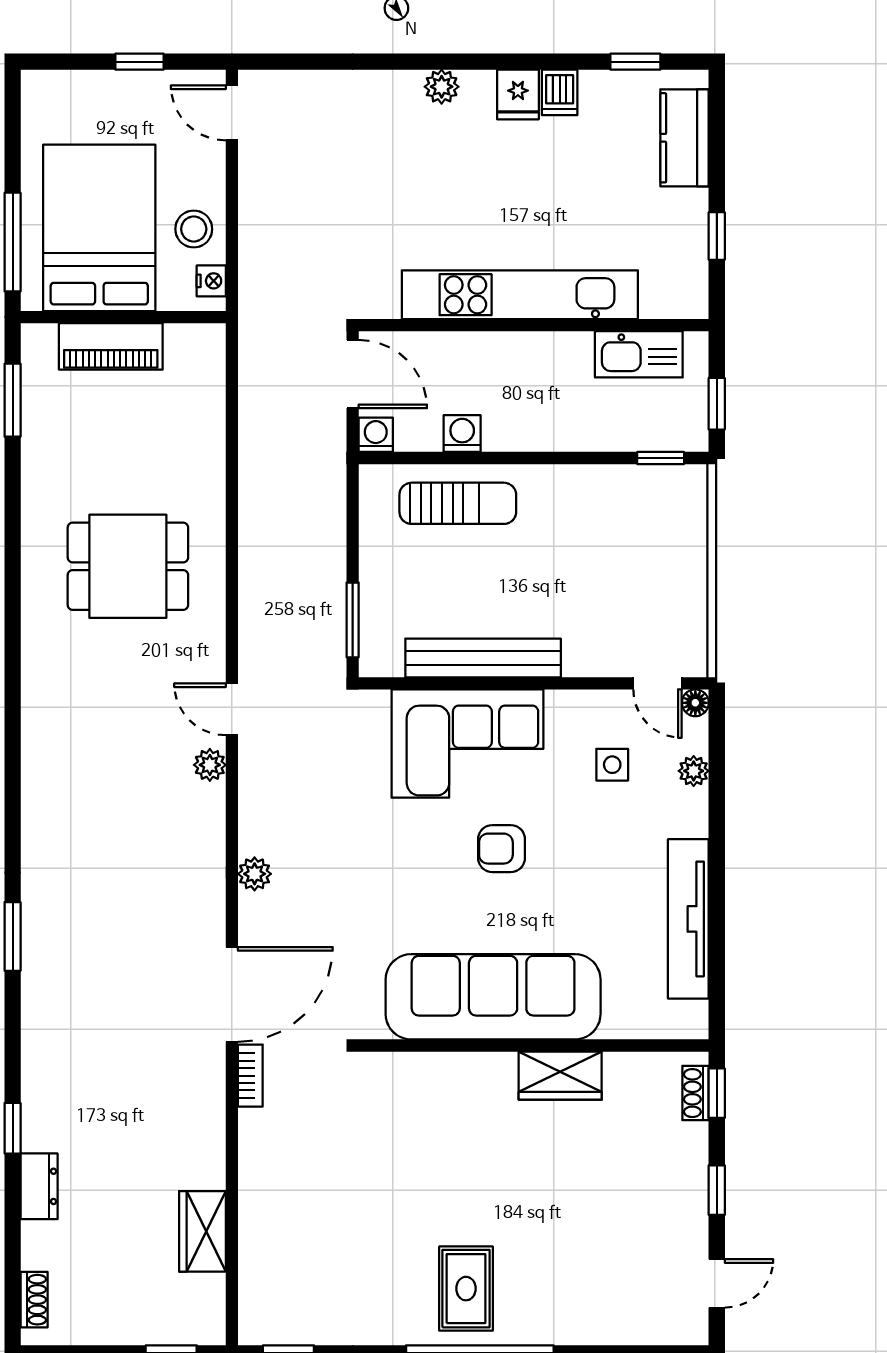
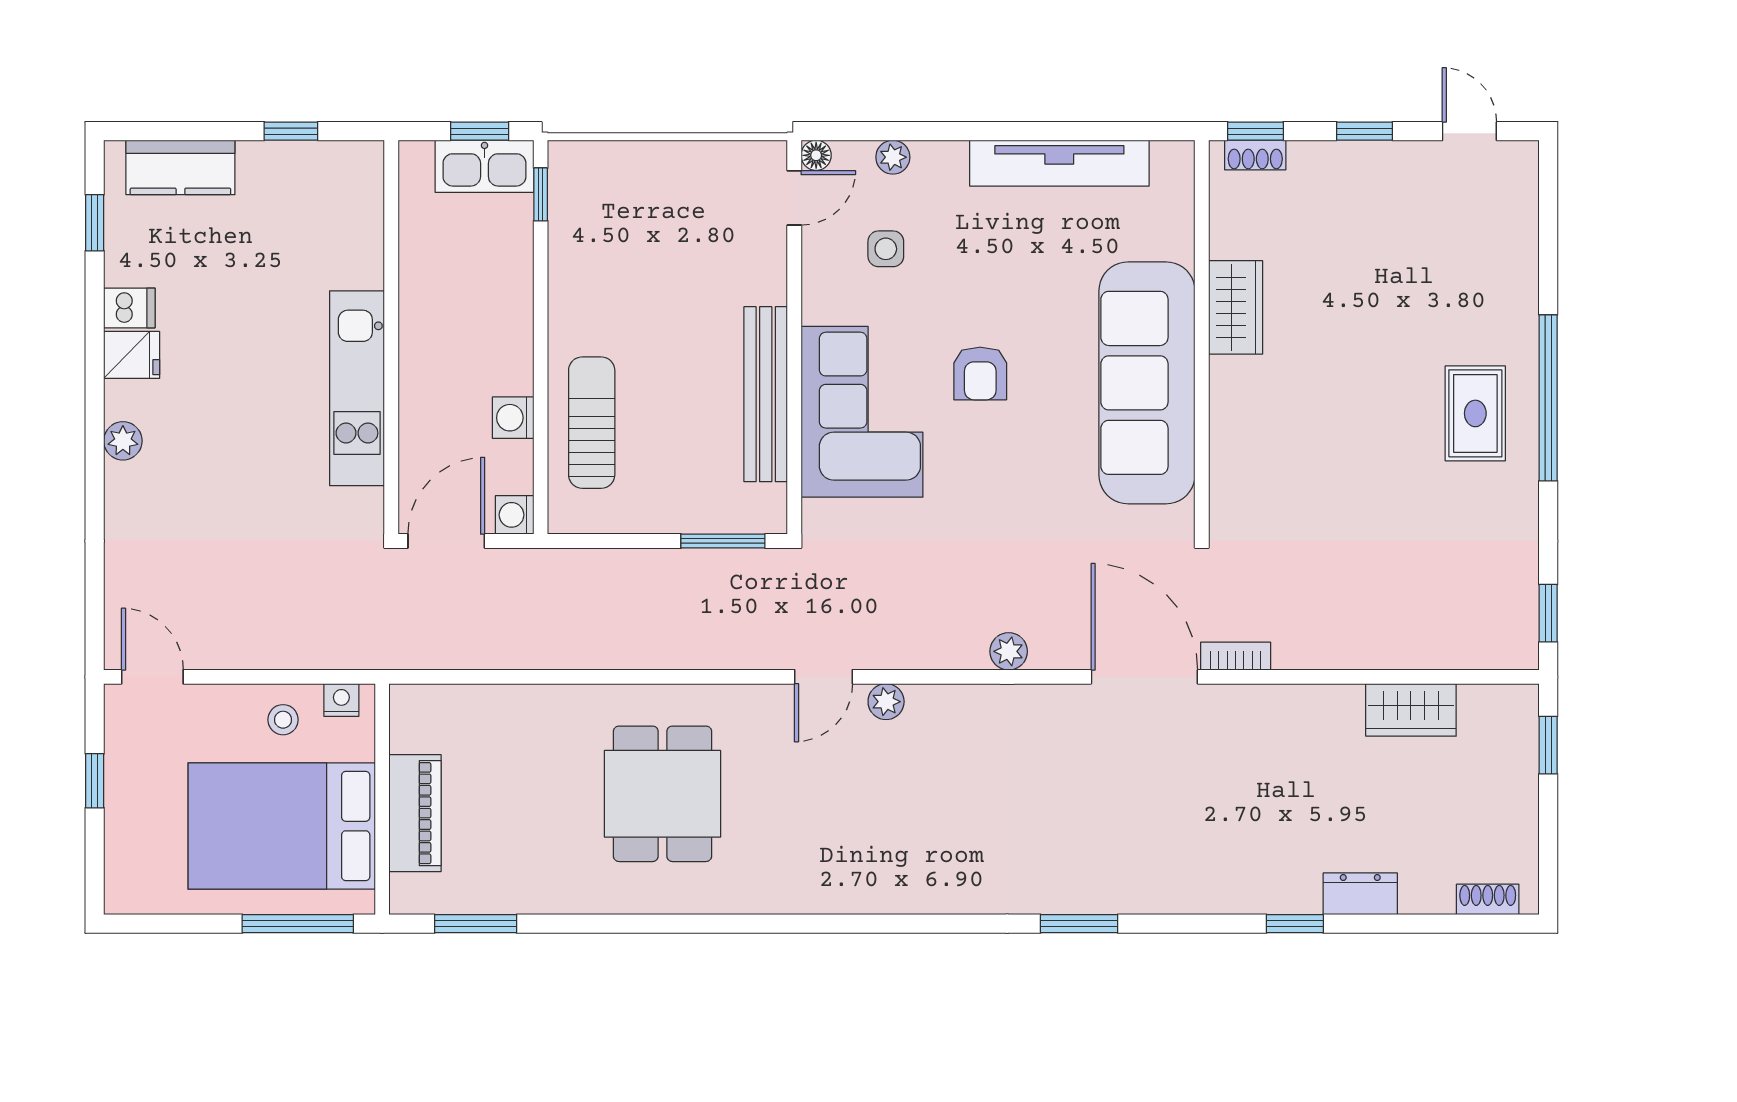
door: (232, 113) -> (152, 677), swing flipped
stool: (194, 229) -> (283, 720), width x0.73, depth x0.73
kitchen unit: (520, 295) -> (357, 388), width x0.73
kitchen sink: (639, 354) -> (484, 166), moved, turned 90
rug: (466, 1289) -> (1475, 413), turned 90

